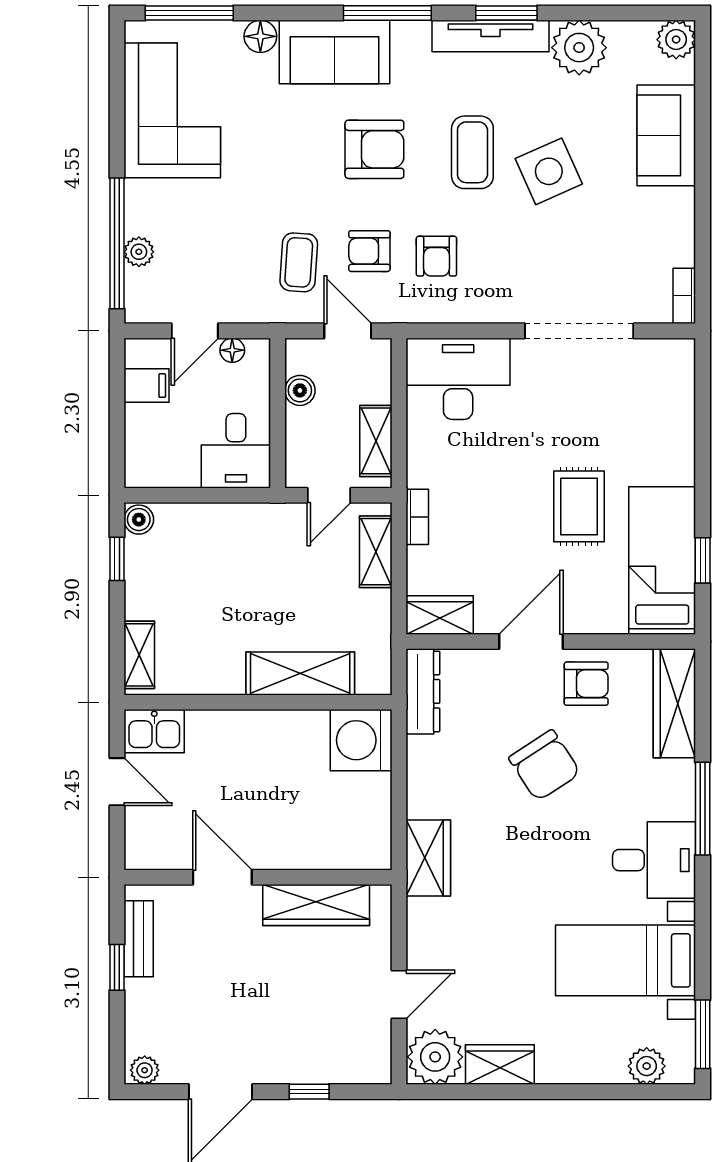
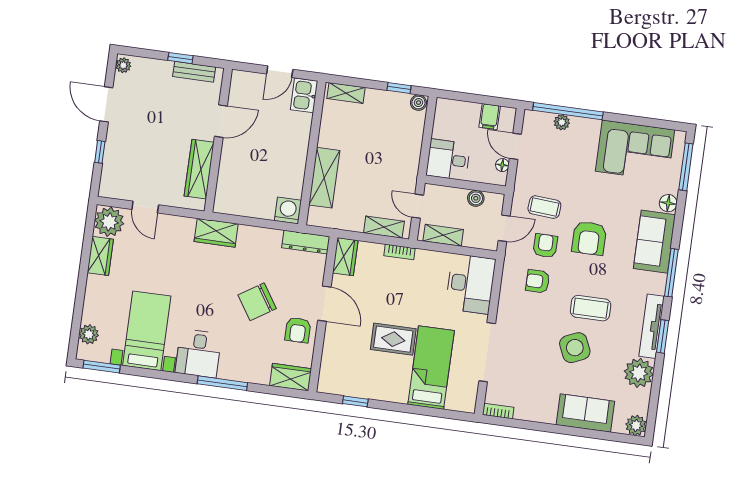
armchair: (374, 149) -> (589, 238), moved
bed: (662, 560) -> (431, 368), moved, turned -90
wardrobe: (674, 703) -> (291, 377), width x0.67
washing machine: (361, 740) -> (288, 211), width x0.73, depth x0.73

